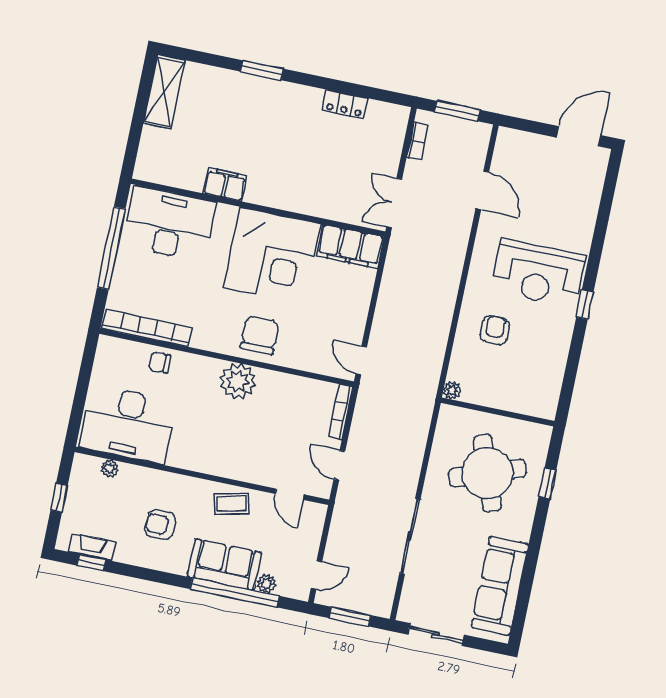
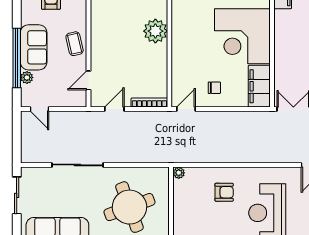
chair: (260, 335) -> (214, 88), moved, width x0.54, depth x0.54
window: (350, 617) -> (17, 137), removed

